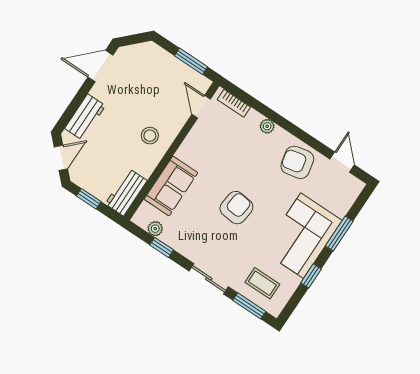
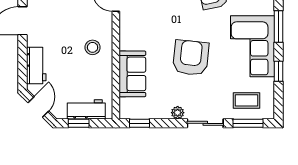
workbench: (126, 192) -> (86, 109), moved, turned 90
armchair: (236, 208) -> (191, 58), width x1.36, depth x1.36
plant: (155, 229) -> (178, 113), moved
window: (162, 247) -> (140, 123), moved

